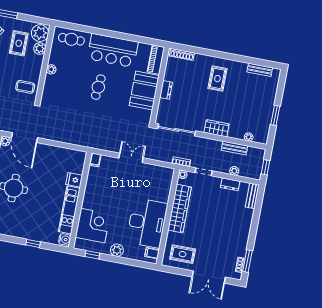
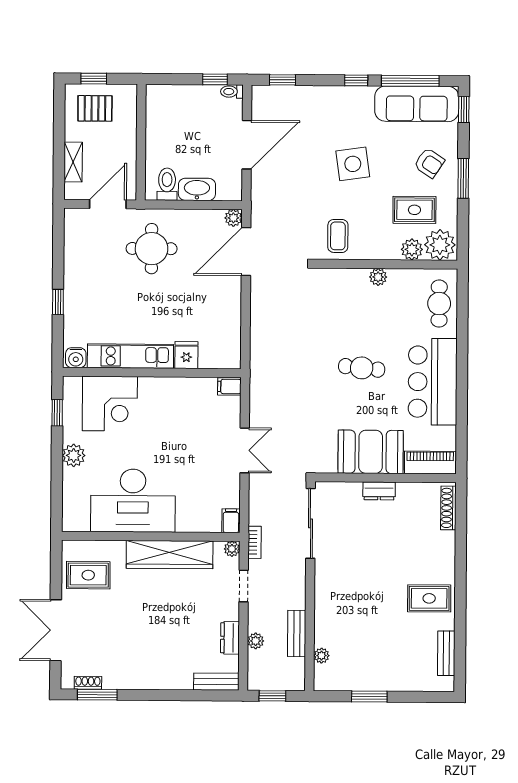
rug: (217, 79) -> (429, 598), moved
wardrobe: (217, 128) -> (326, 595), removed
filing cabinet: (152, 253) -> (231, 521), moved
rug: (183, 254) -> (88, 575), turned 90

